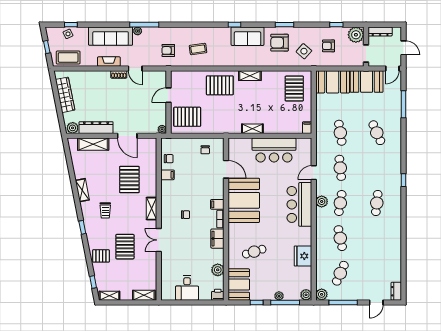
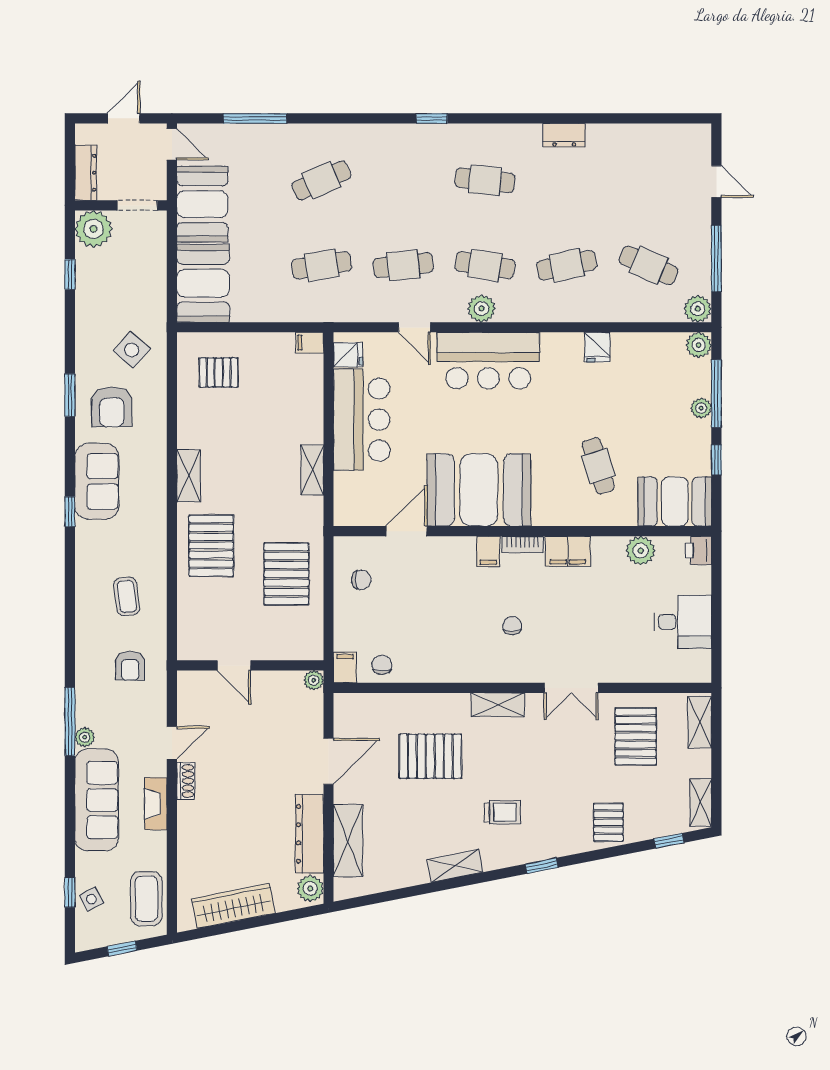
armchair: (328, 46) -> (119, 293), removed
pallet: (294, 89) -> (219, 372), width x0.67, depth x0.71
pallet: (187, 117) -> (286, 574), moved
fridge: (302, 144) -> (348, 355), added
filing cabinet: (168, 175) -> (345, 667), moved
pallet: (125, 247) -> (636, 736), moved, turned 90
fridge: (303, 256) -> (597, 347), width x0.53, depth x0.75
dresser: (396, 291) -> (564, 135), moved

